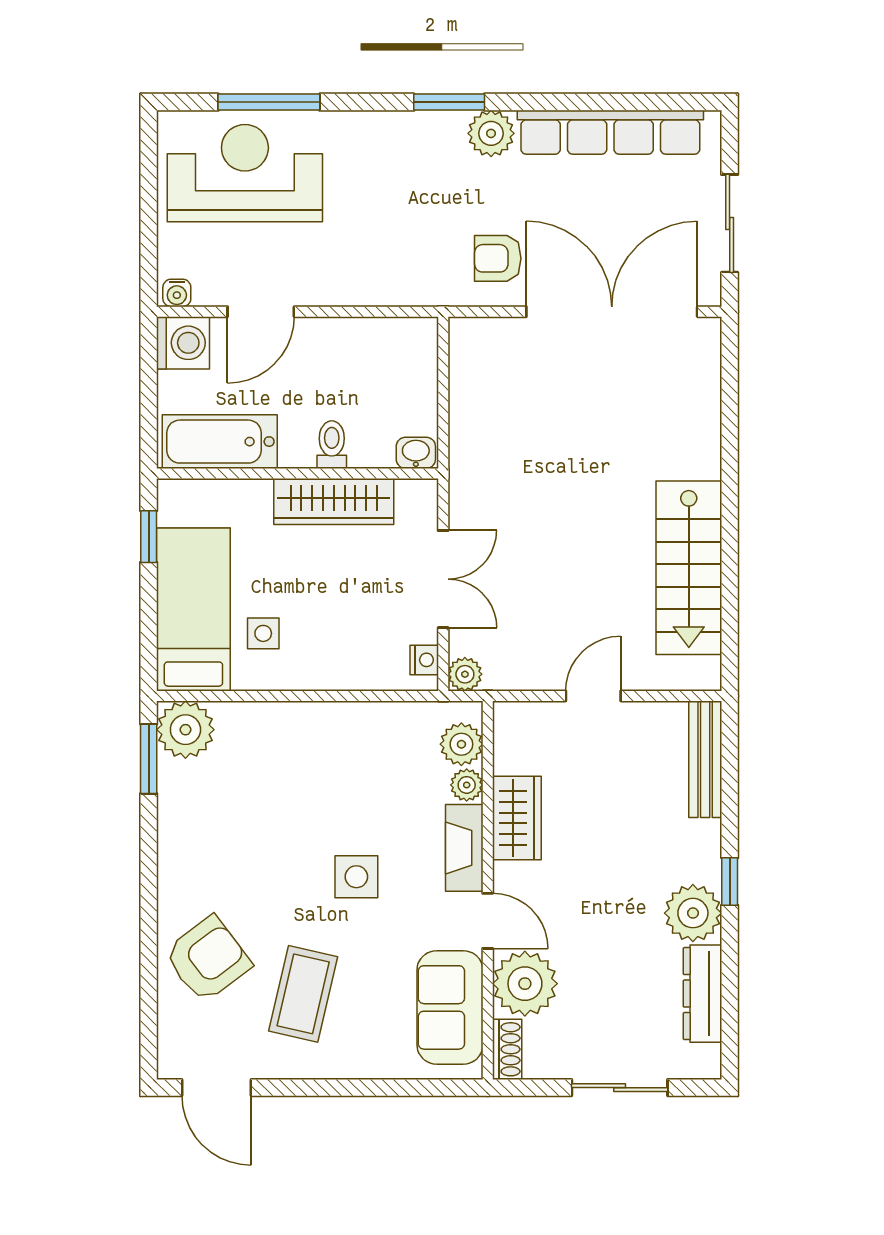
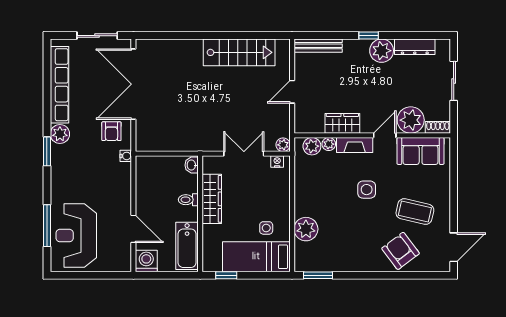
water cooler: (177, 293) -> (126, 156), moved
door: (593, 696) -> (292, 92), hinge flipped
plant: (185, 730) -> (306, 229), moved

